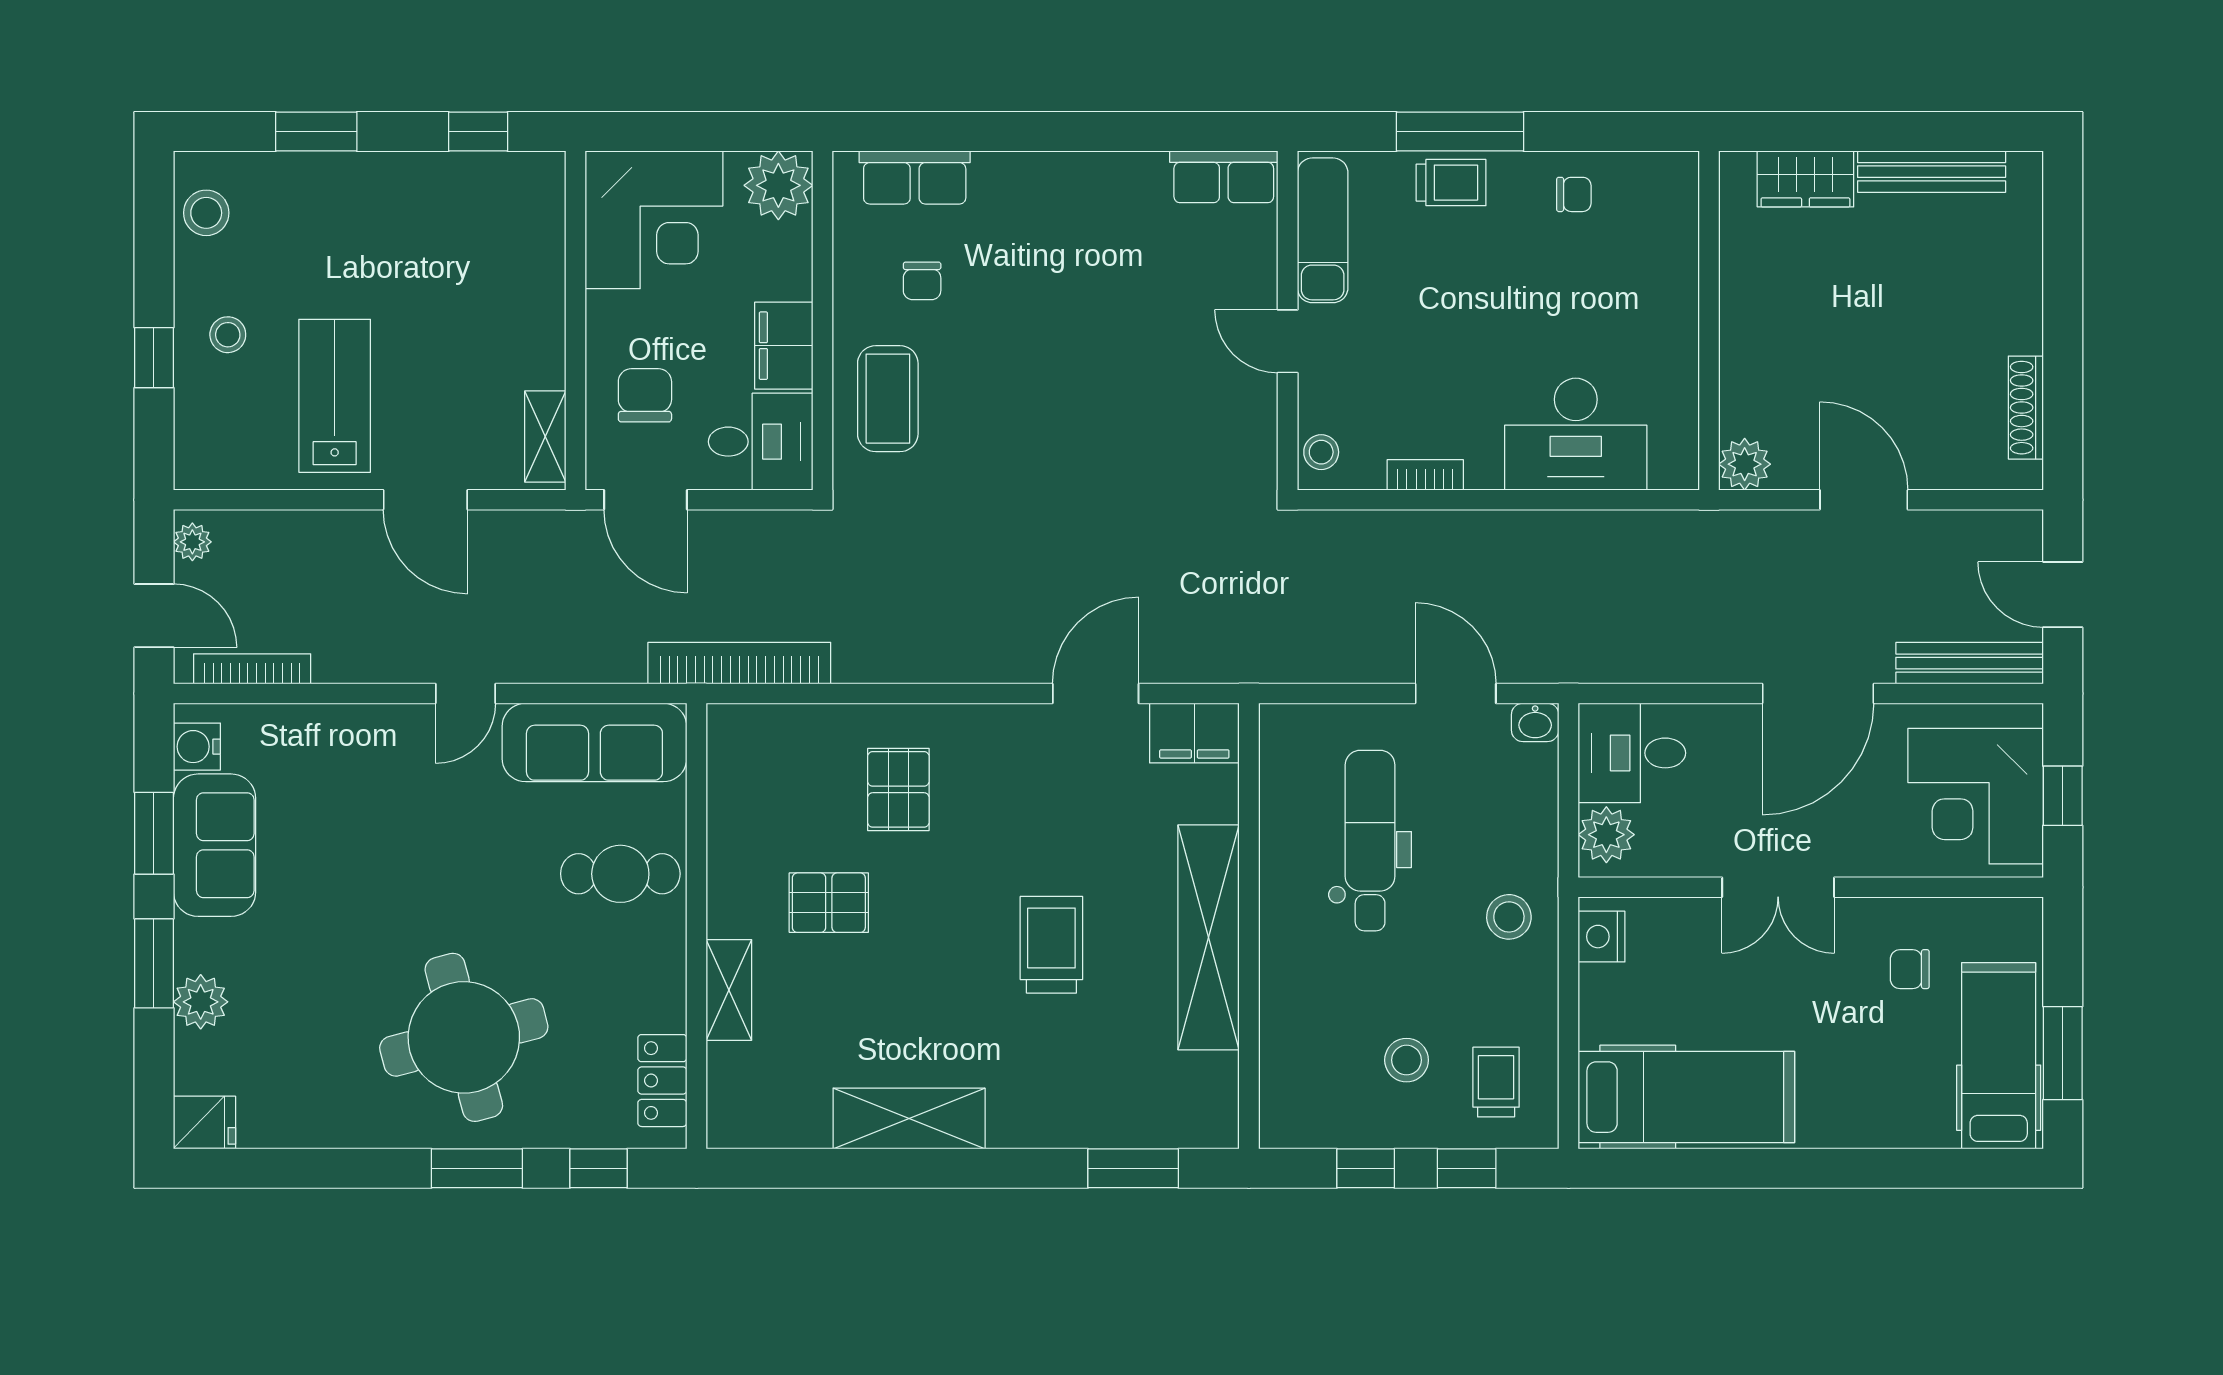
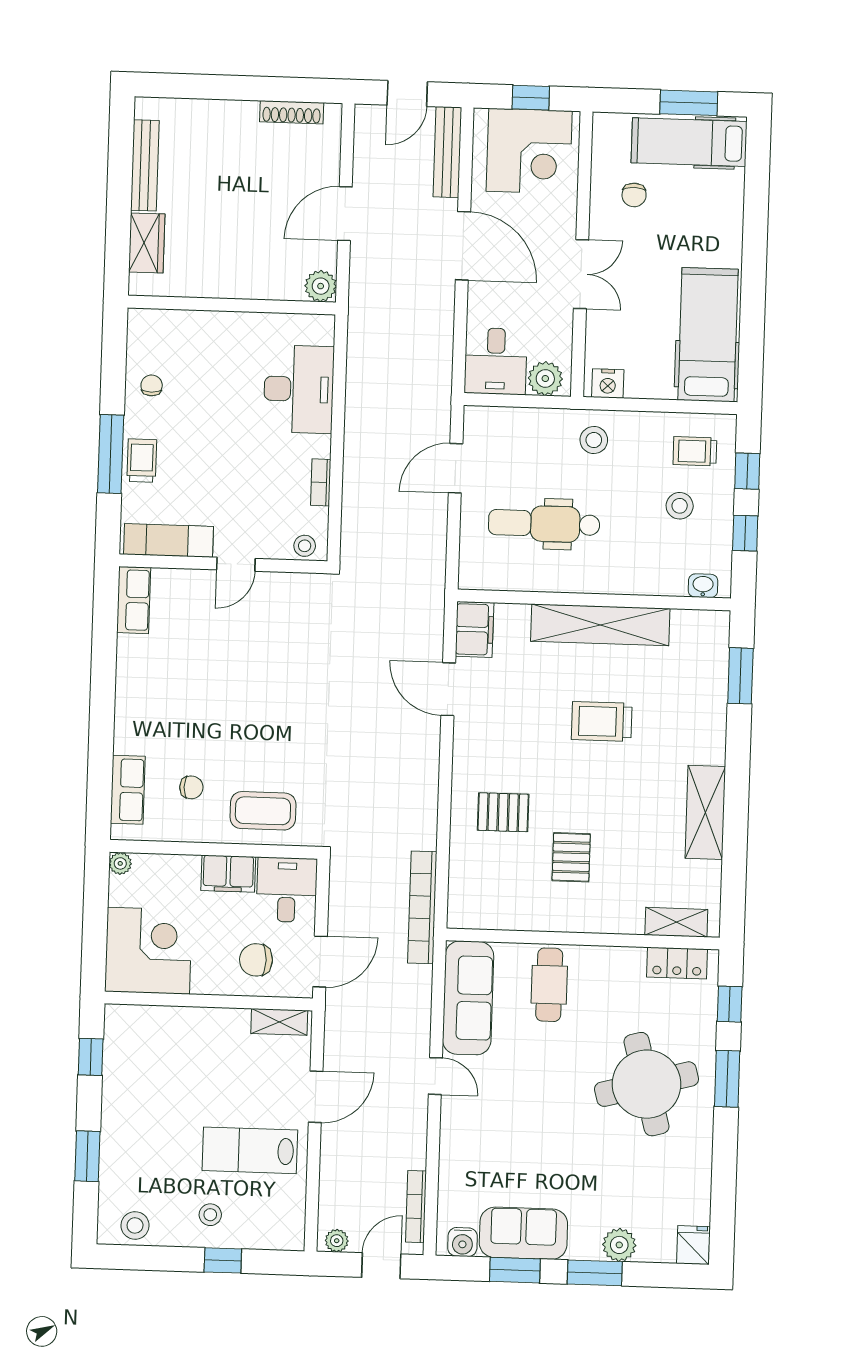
plant: (778, 185) -> (120, 863), width x0.53, depth x0.53
washbasin: (1535, 722) -> (703, 586), moved, turned -90
shelving: (729, 990) -> (676, 922), moved

